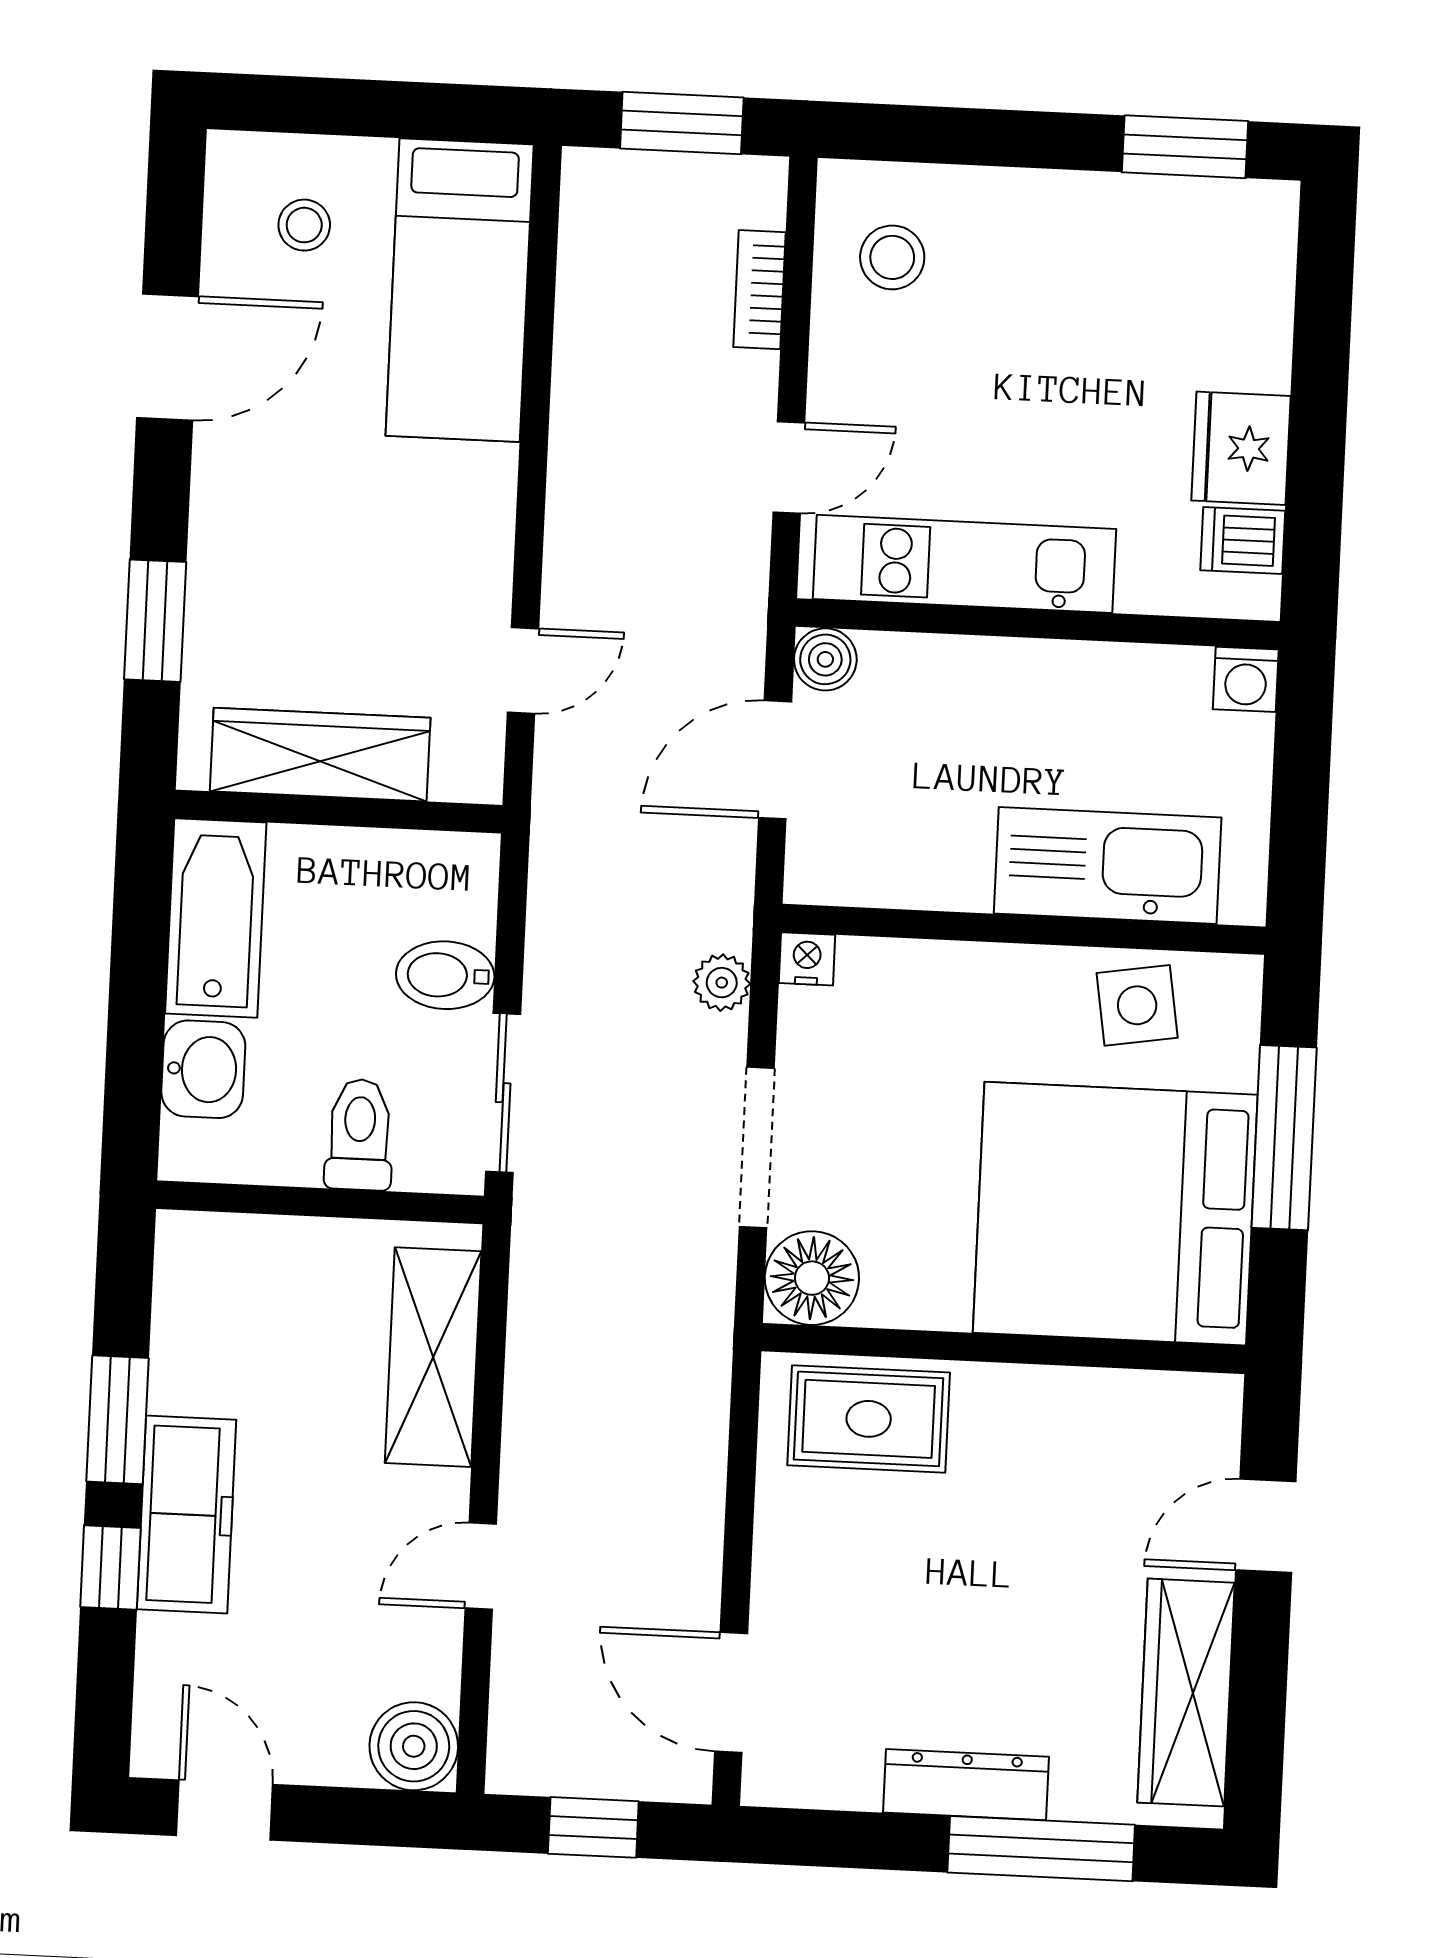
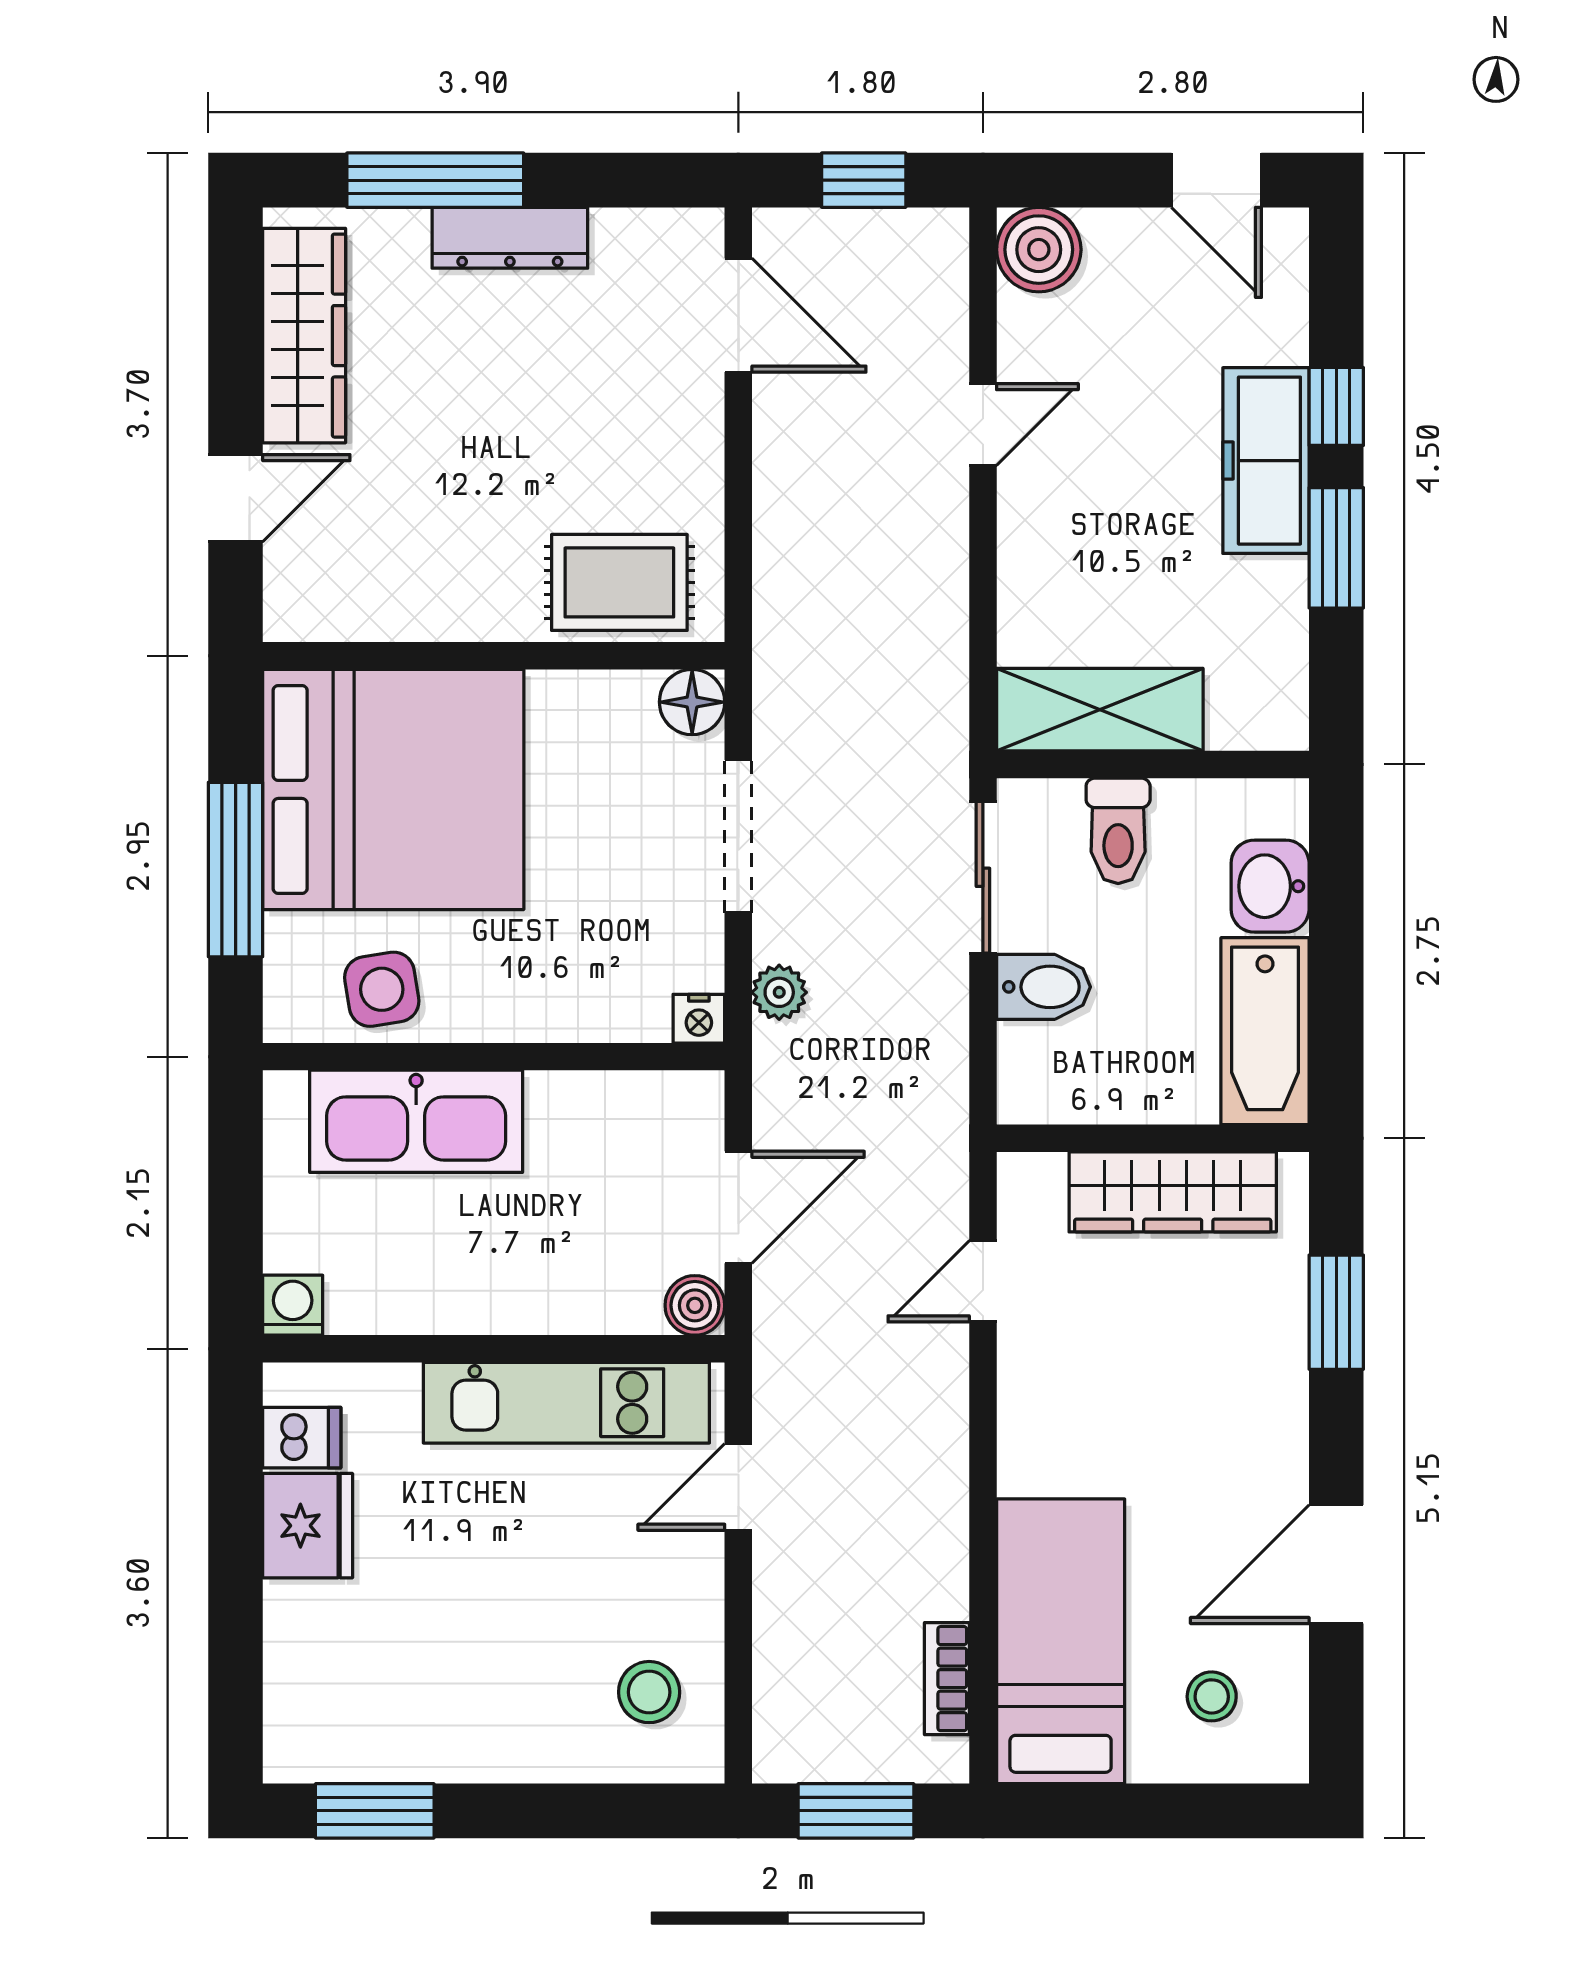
bookcase: (759, 290) -> (947, 1679), moved, turned 180
floor lamp: (812, 1278) -> (692, 702), width x0.73, depth x0.73
shelving: (433, 1357) -> (1100, 710), moved, turned 90

